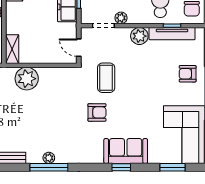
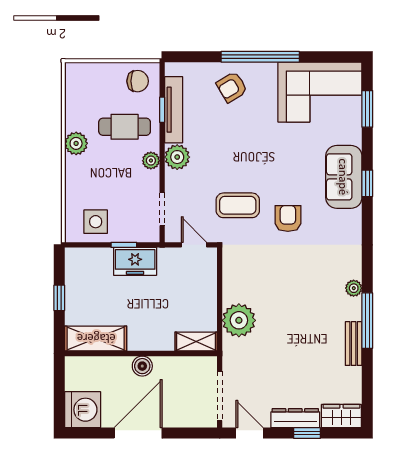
plant: (121, 18) -> (151, 161), moved
door: (79, 48) -> (194, 245), swing flipped
armchair: (188, 74) -> (232, 87), turned 59
window: (49, 167) -> (367, 321), moved

